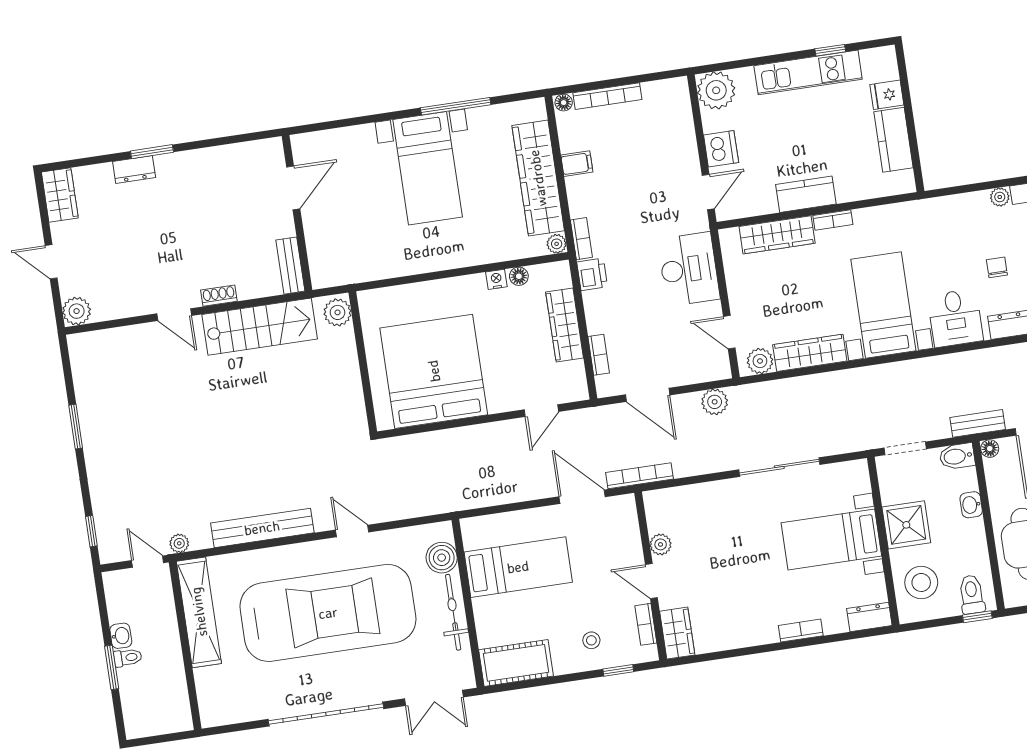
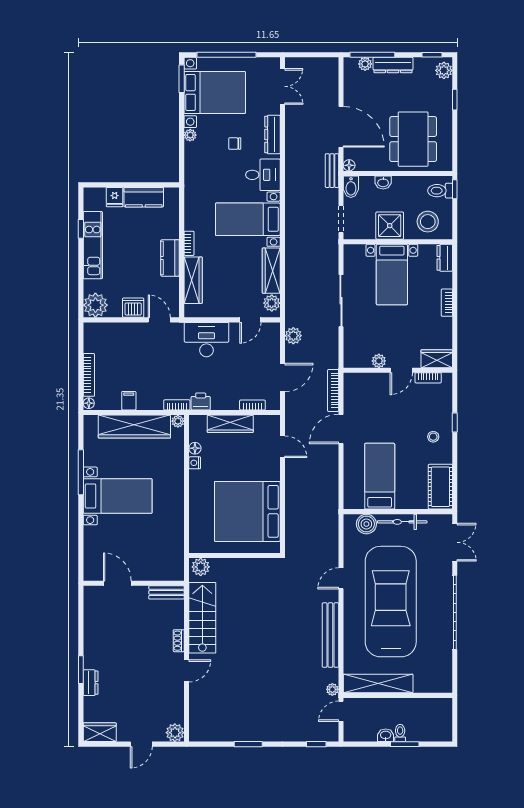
plant: (661, 544) -> (379, 361), moved
wall: (651, 576) -> (398, 370), moved
door: (651, 581) -> (401, 370), moved
bookcase: (646, 624) -> (428, 378), moved
wardrobe: (677, 633) -> (437, 359), moved

